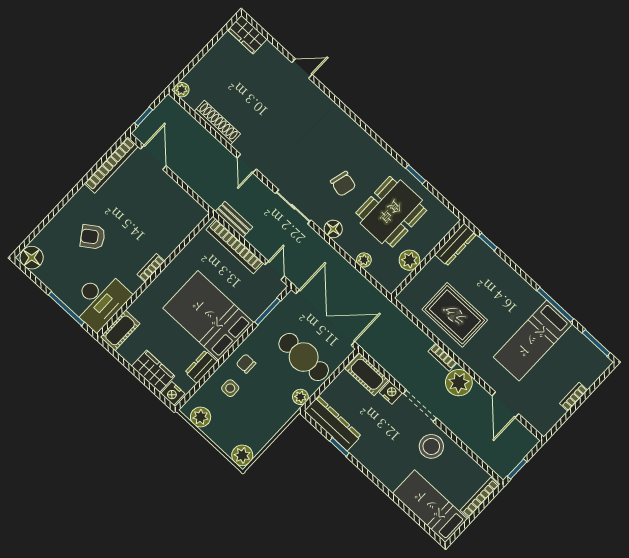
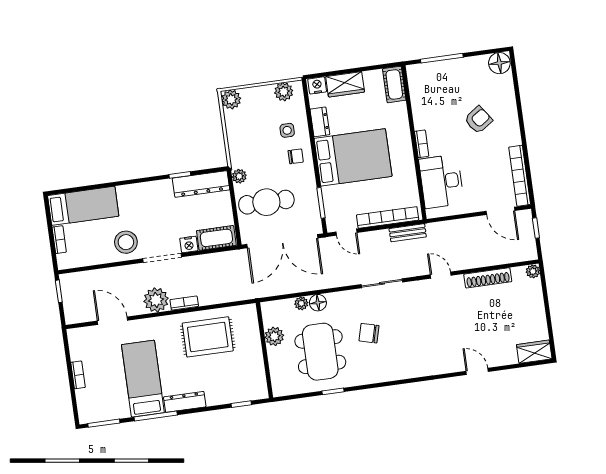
door: (302, 69) -> (477, 371), swing flipped
floor lamp: (333, 229) -> (318, 303), moved
dresser: (456, 244) -> (185, 402), moved, turned 90
desk: (100, 300) -> (441, 181), moved
bookcase: (480, 498) -> (59, 240), width x0.64

